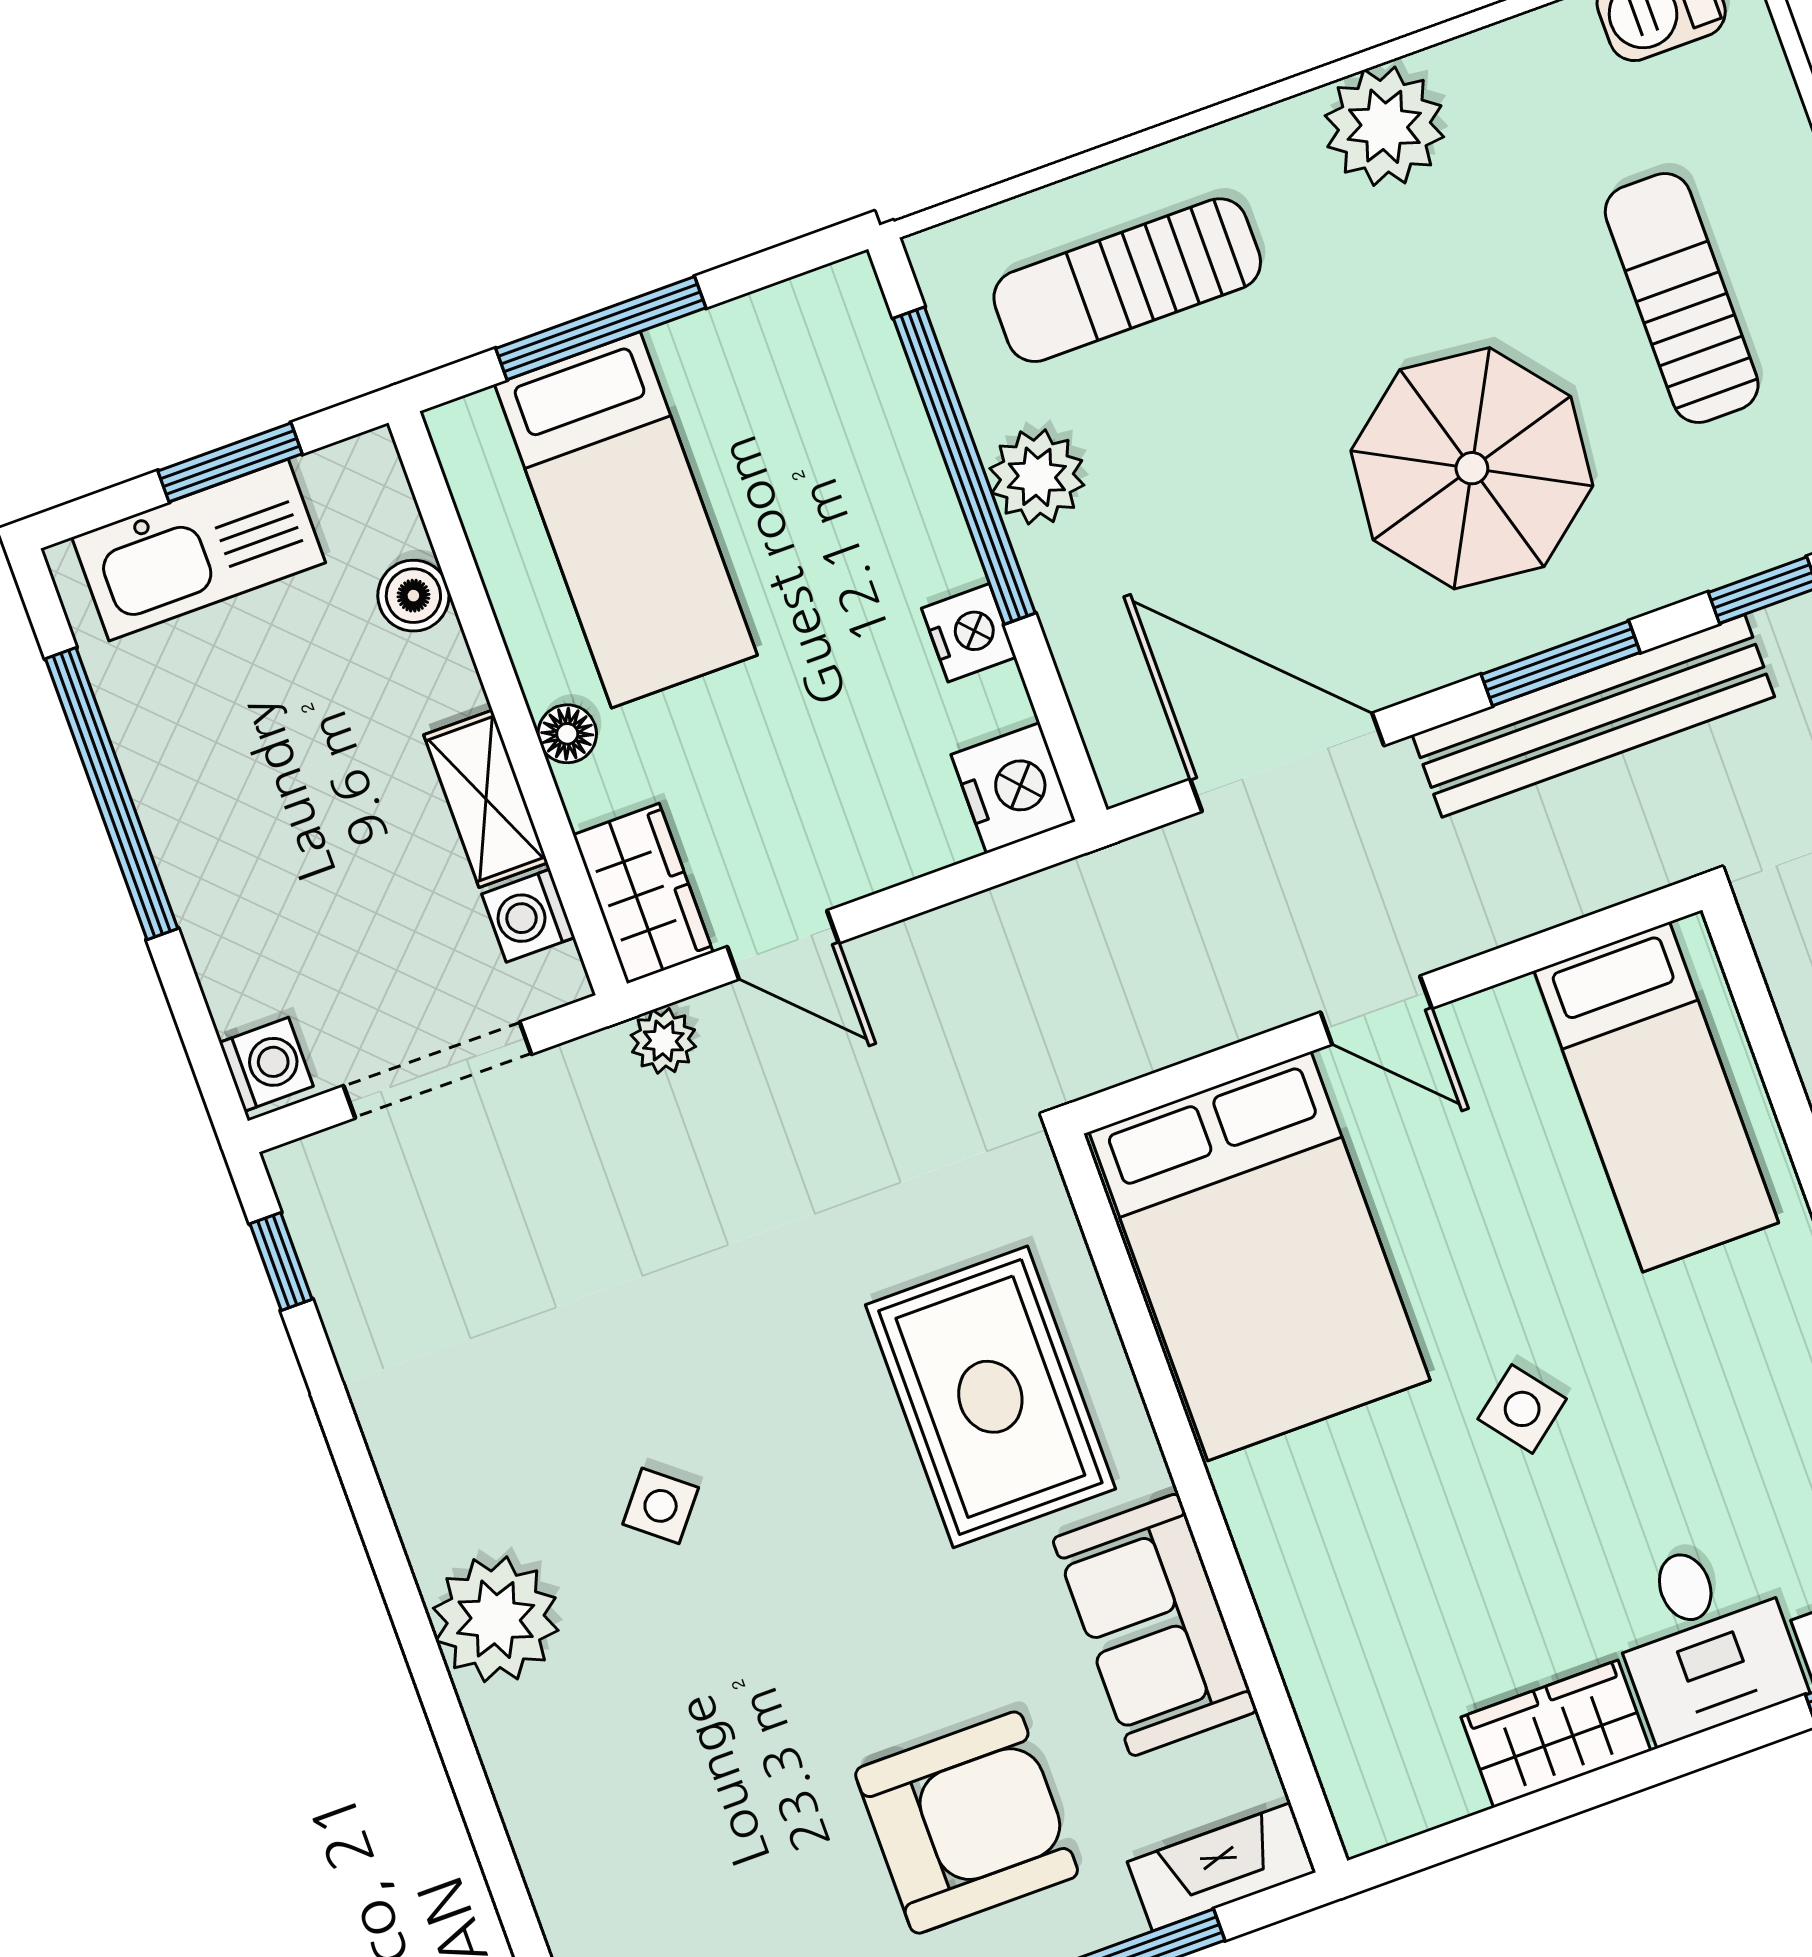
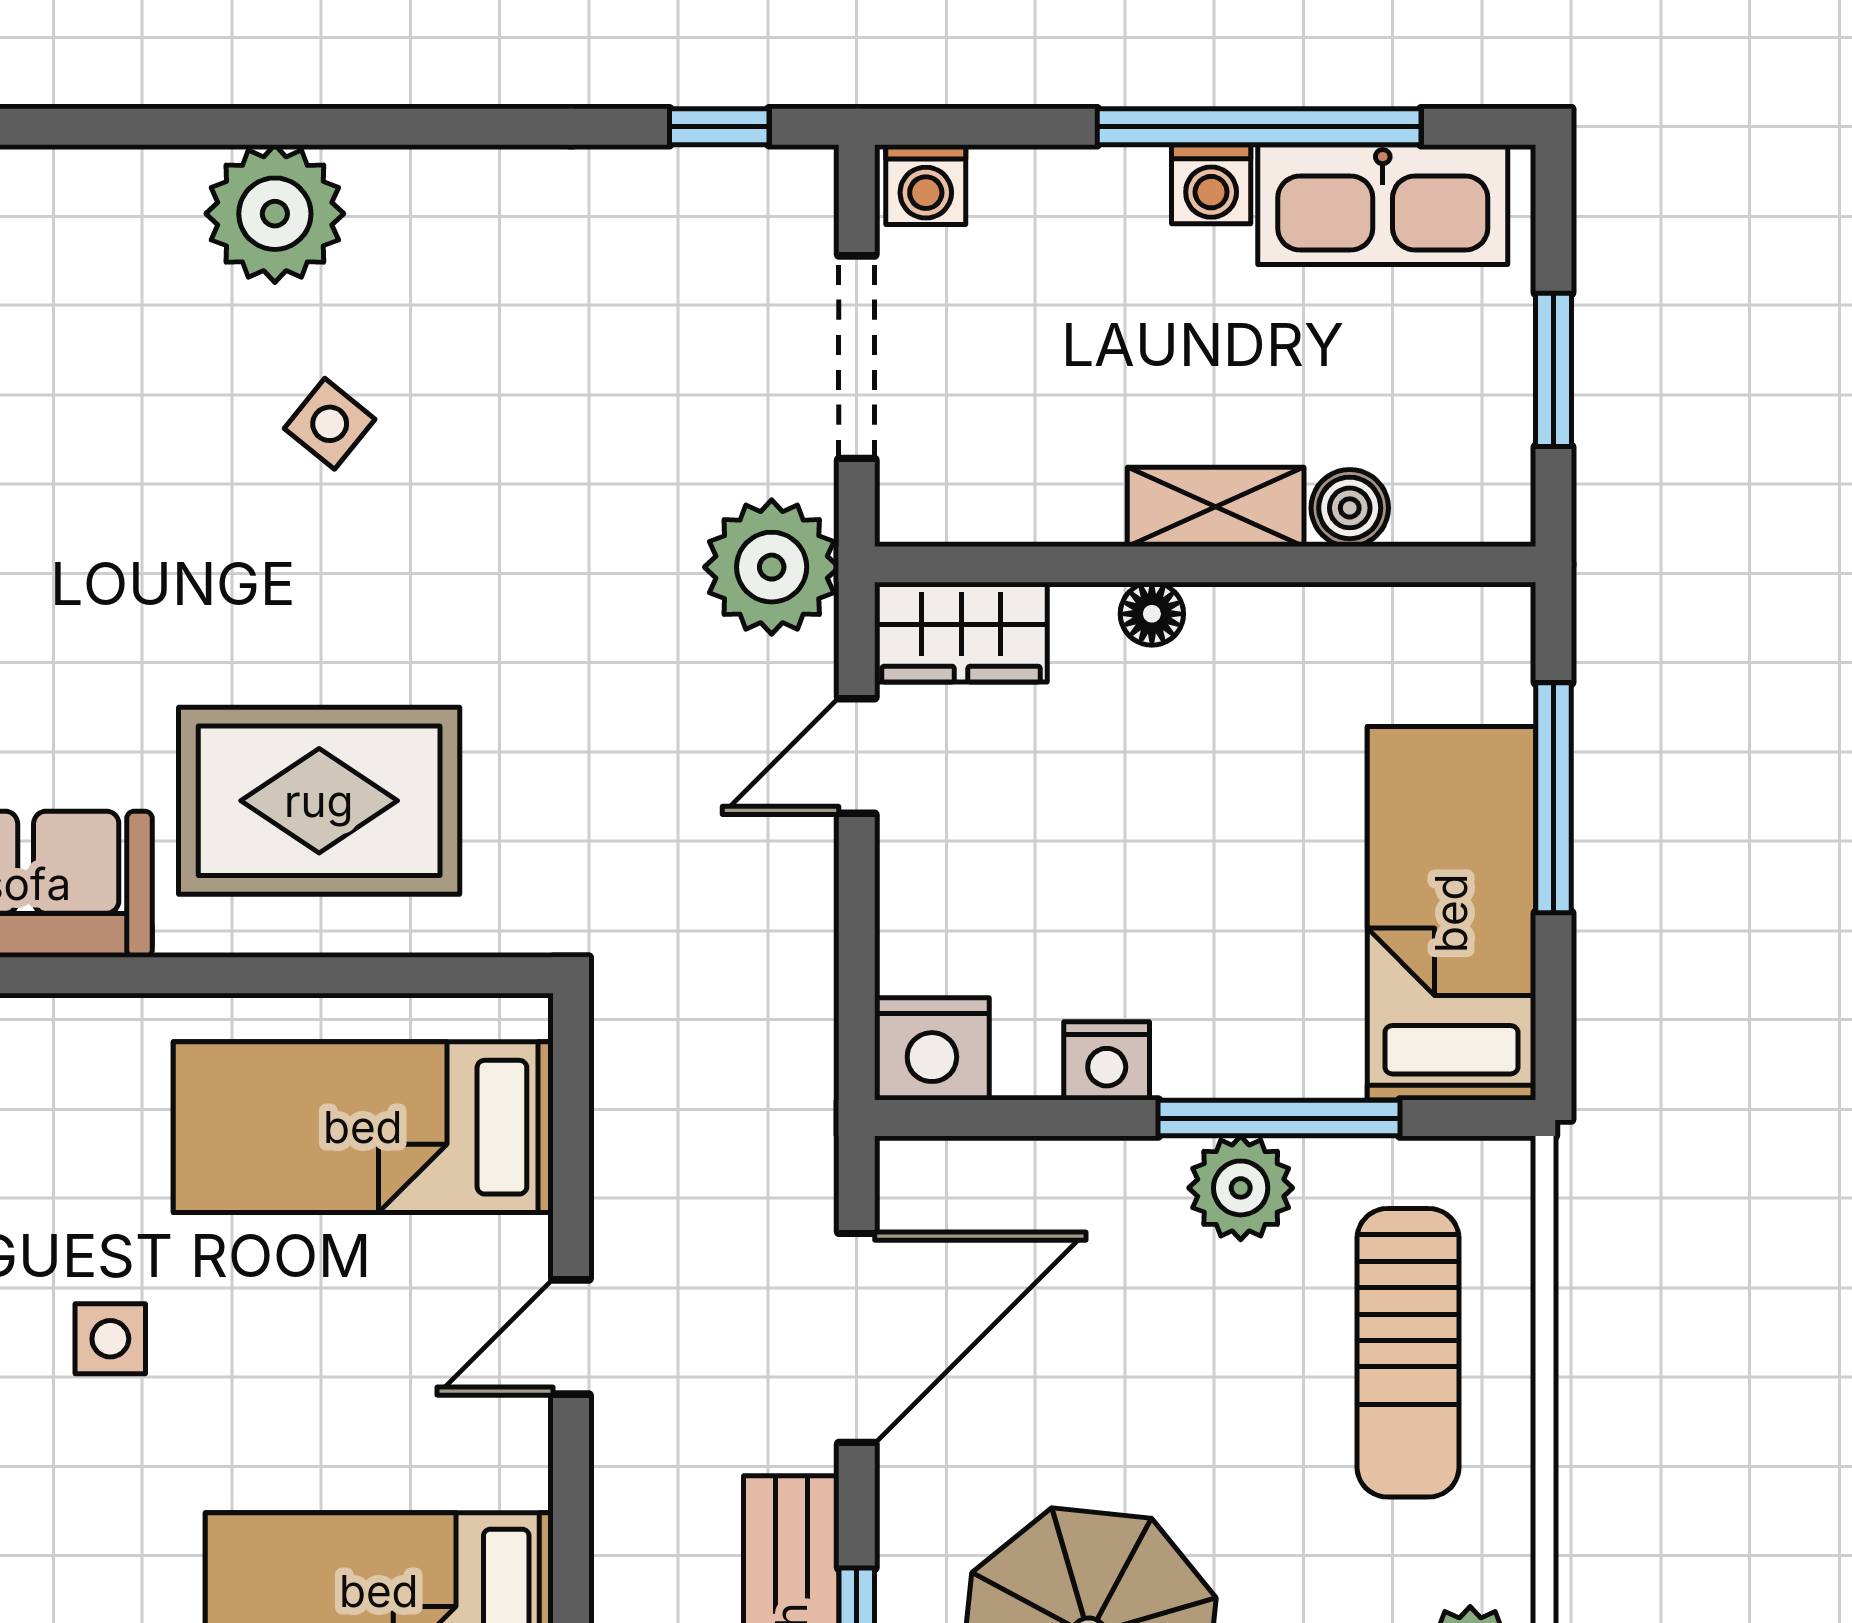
sun lounger: (1127, 280) -> (1408, 1353), turned 180
window: (964, 466) -> (1279, 1118), width x0.68
bed: (626, 520) -> (1451, 913), moved, turned 90
kitchen sink: (199, 550) -> (1383, 205), moved, turned -90
shelving: (486, 799) -> (1216, 507), moved
washing machine: (528, 916) -> (1211, 184), moved, turned 180
plant: (663, 1041) -> (772, 567), width x1.87, depth x1.87
bed: (1259, 1256) -> (363, 1127), width x0.67
side table: (1522, 1409) -> (110, 1339), turned 38

